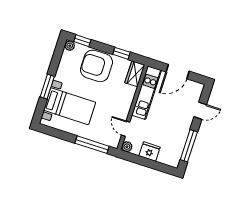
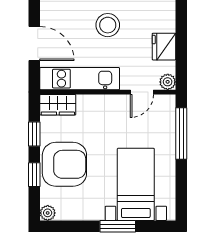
window: (82, 41) -> (34, 175), moved
armchair: (97, 66) -> (64, 164), turned -90
stool: (174, 121) -> (108, 25), added

